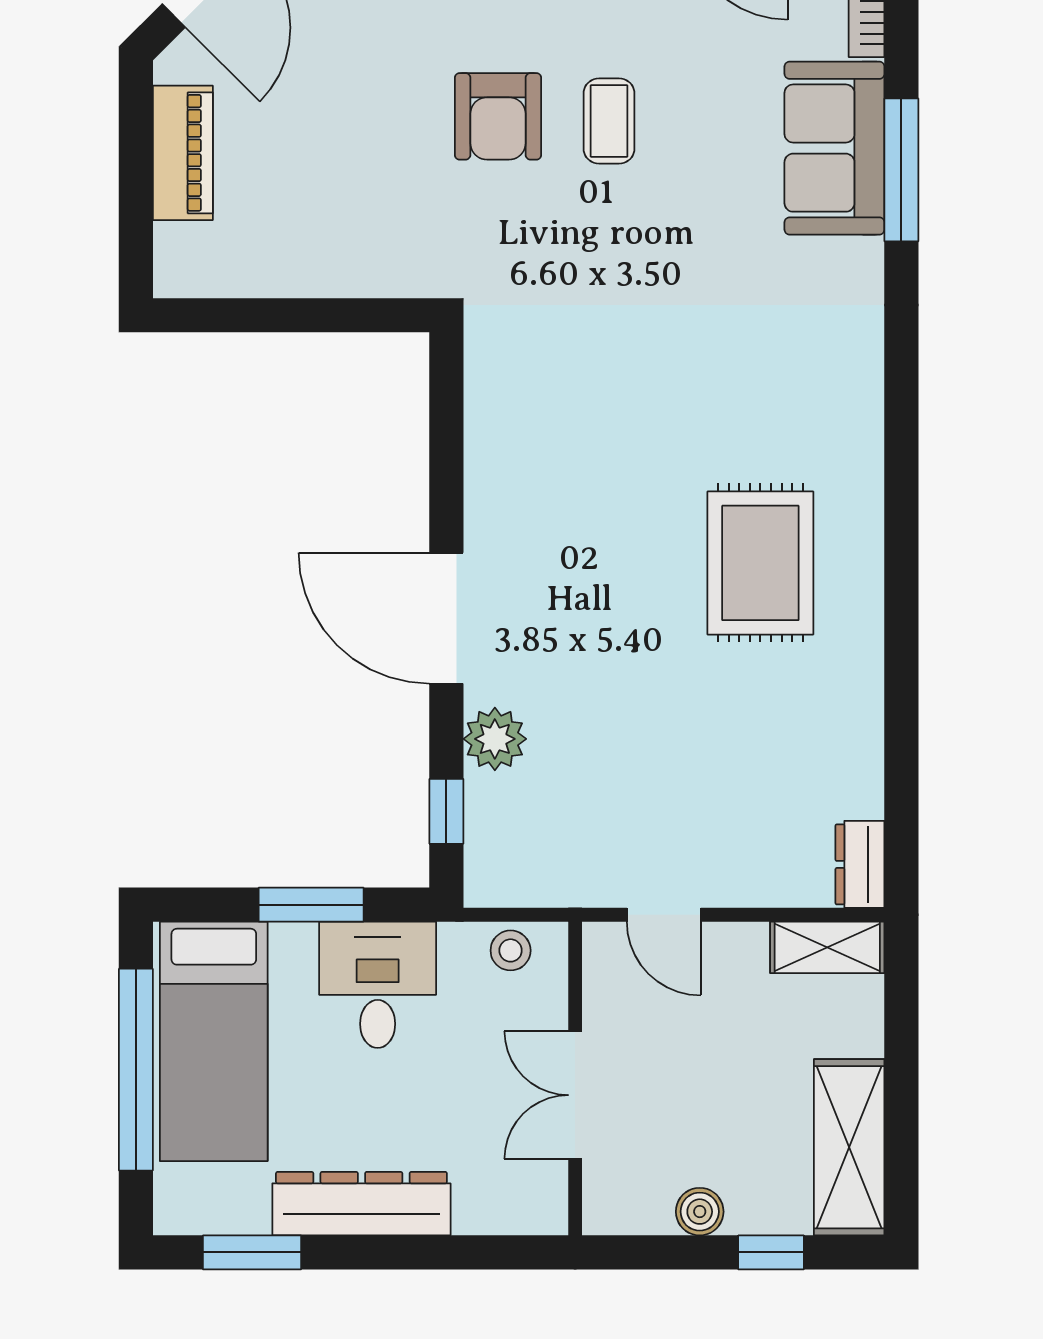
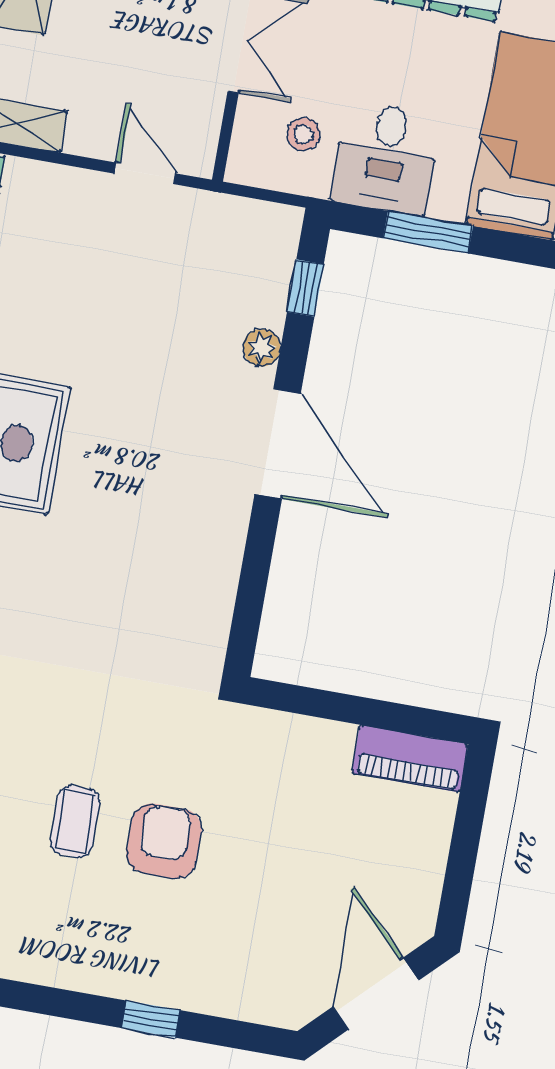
piano: (183, 153) -> (410, 759), moved, turned -90
plant: (495, 739) -> (262, 348), width x0.73, depth x0.73
stool: (511, 950) -> (303, 134), moved

